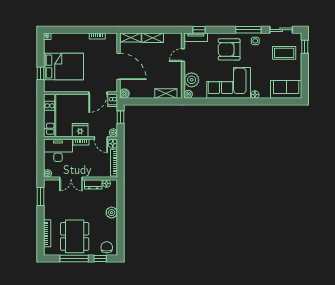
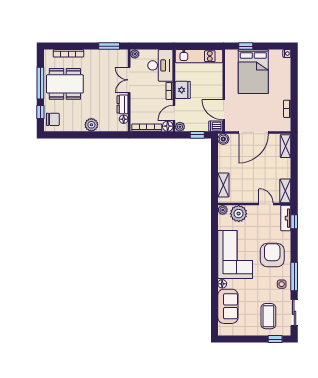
shelving: (153, 38) -> (285, 191), moved
sofa: (286, 89) -> (228, 306), moved

